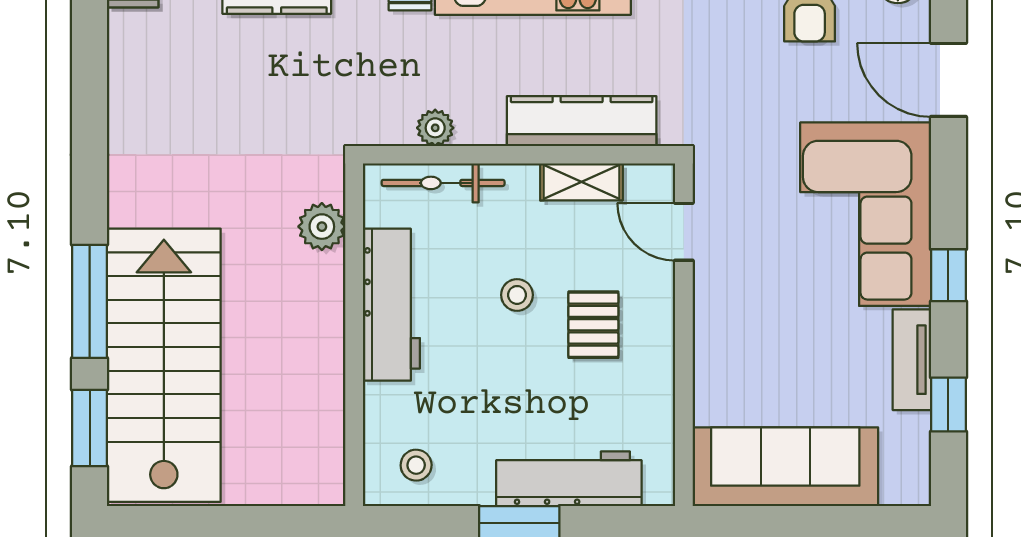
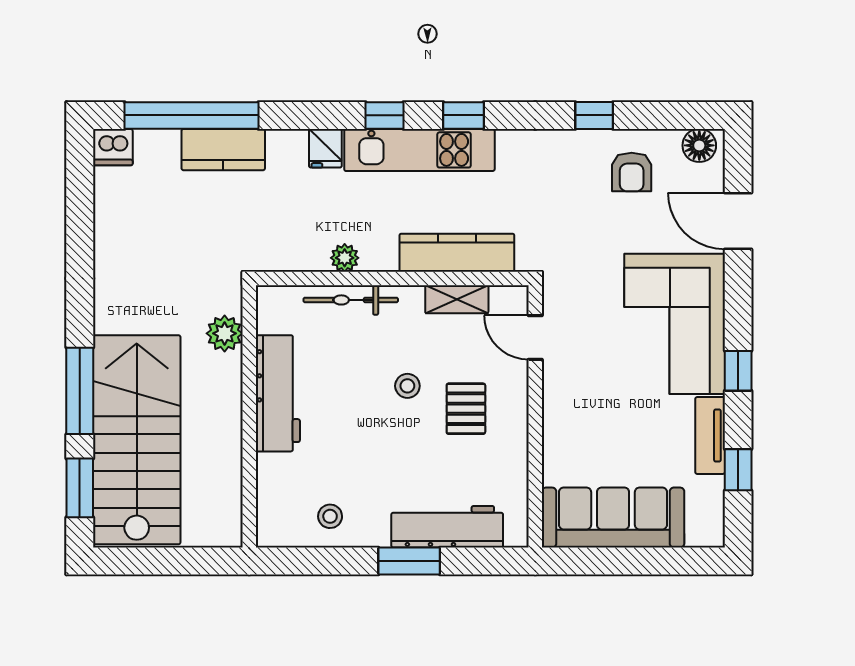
plant: (322, 227) -> (225, 333), moved
workbench: (391, 305) -> (278, 393), moved
wall: (354, 335) -> (249, 416), moved

